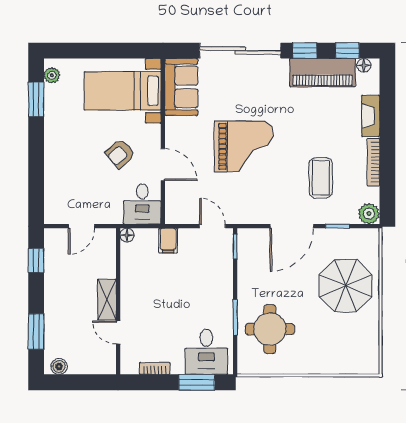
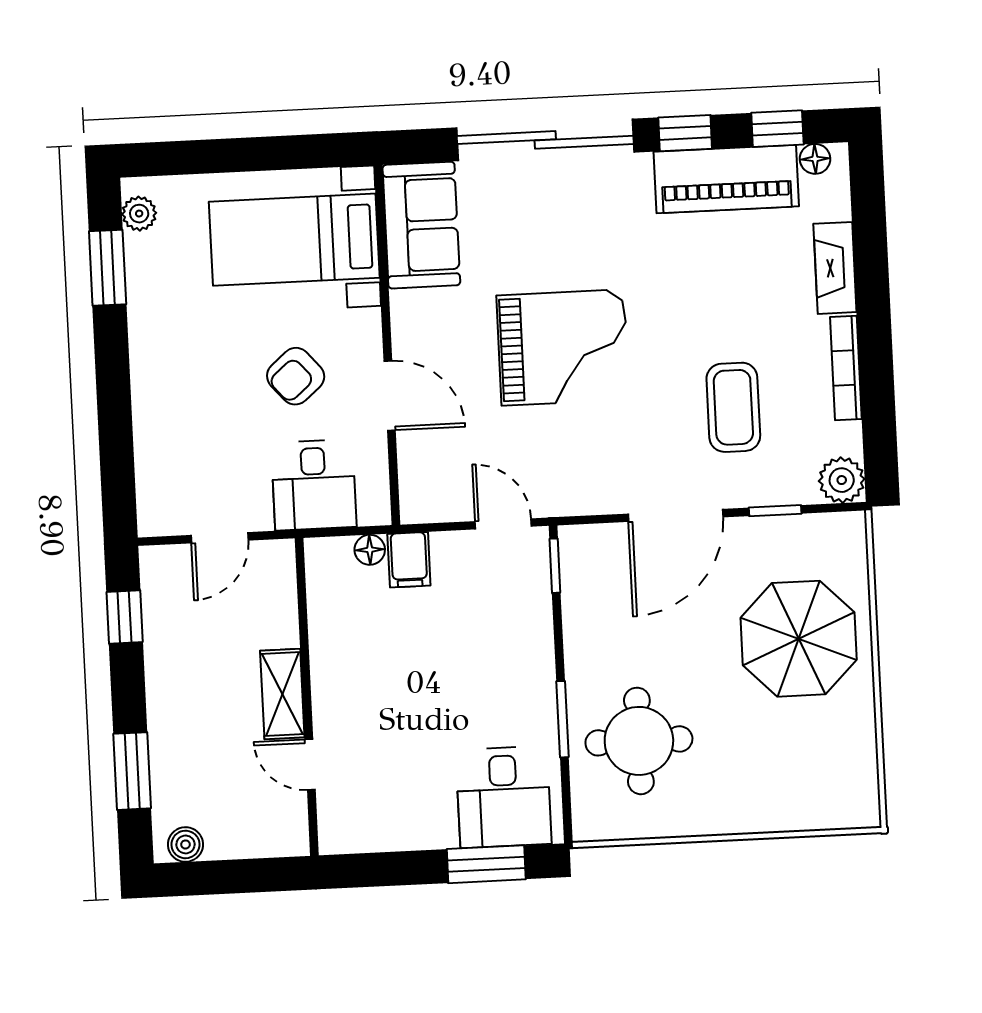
desk: (142, 204) -> (314, 485), moved
floor lamp: (127, 235) -> (370, 550), moved
bookcase: (155, 368) -> (393, 839), removed

